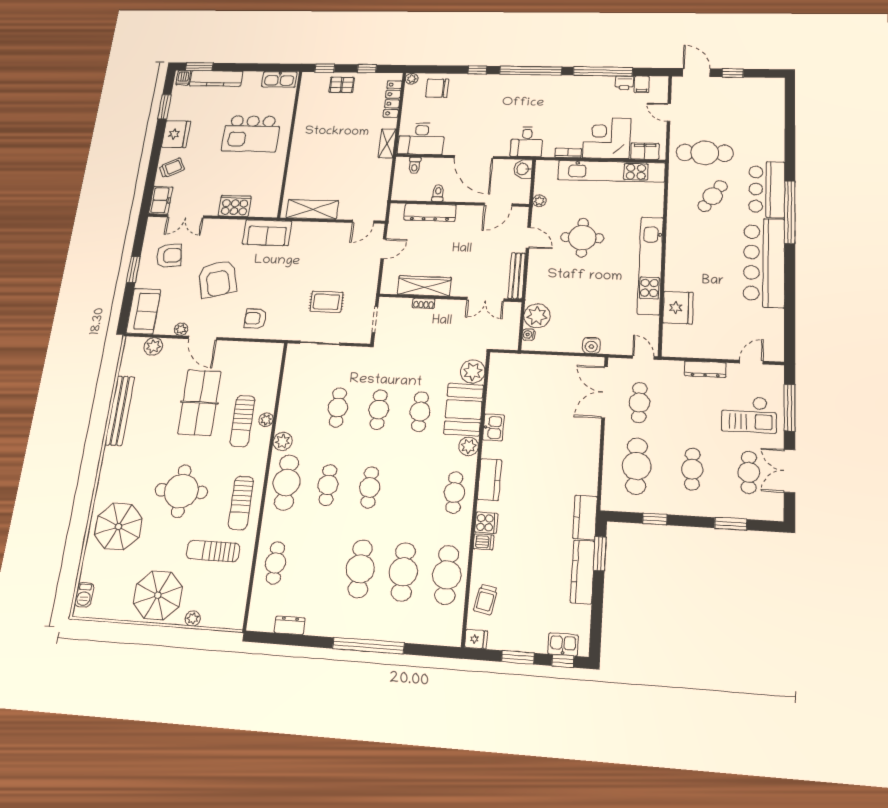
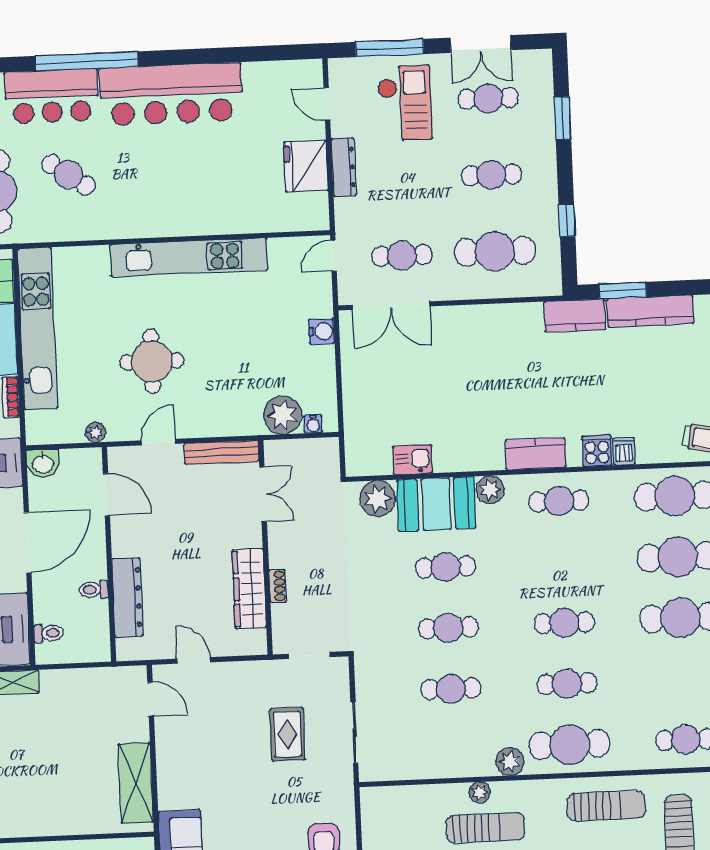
fridge: (678, 308) -> (306, 166), moved, turned -90
kitchen sink: (493, 427) -> (412, 460), moved

